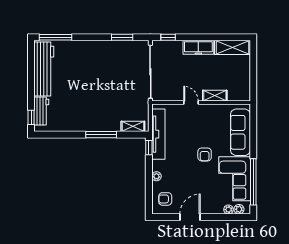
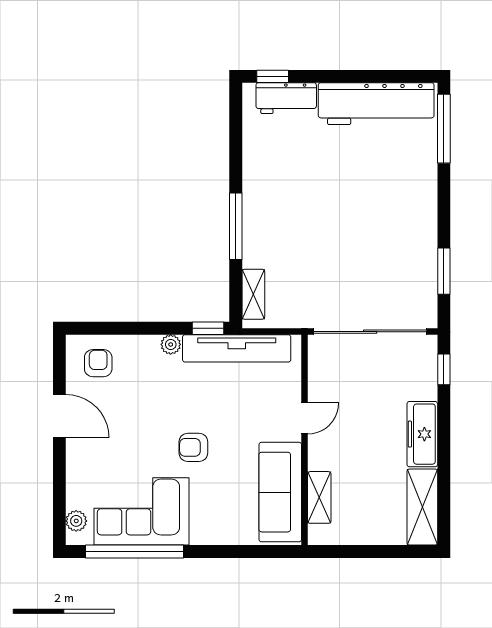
shelving: (215, 96) -> (319, 497), moved
sofa: (240, 132) -> (280, 492), moved, turned -90
plant: (156, 176) -> (171, 344), moved
plant: (228, 210) -> (76, 498), removed

